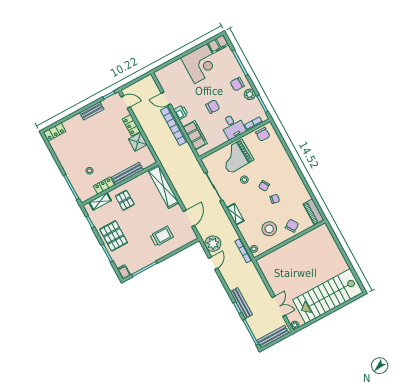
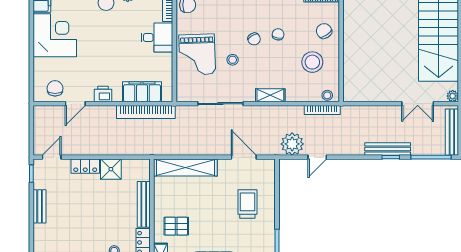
chair: (213, 107) -> (55, 88), moved
bookcase: (174, 126) -> (146, 112), moved
door: (213, 263) -> (317, 157), swing flipped
double door: (279, 306) -> (418, 104), swing flipped

